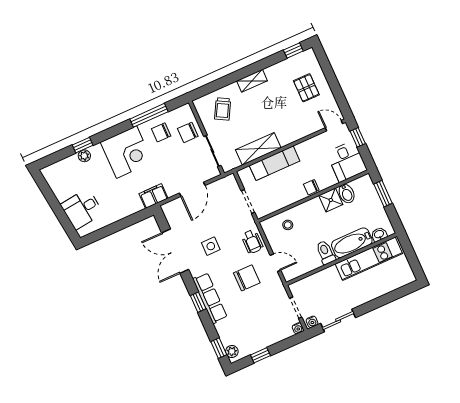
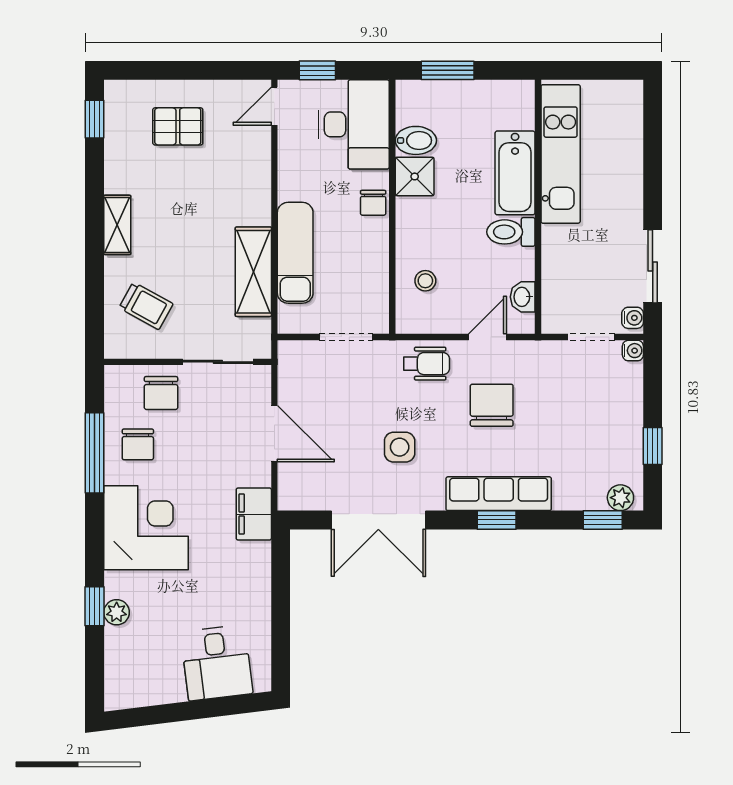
desk: (347, 161) -> (354, 124), width x1.37
washbasin: (379, 234) -> (523, 297), moved

